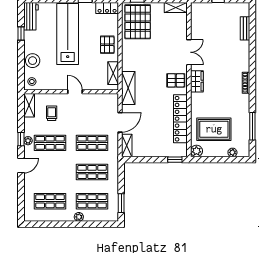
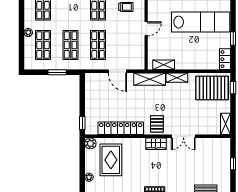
pallet: (107, 45) -> (190, 59), removed
shelving: (127, 146) -> (177, 78), moved
window: (121, 203) -> (57, 72), moved

